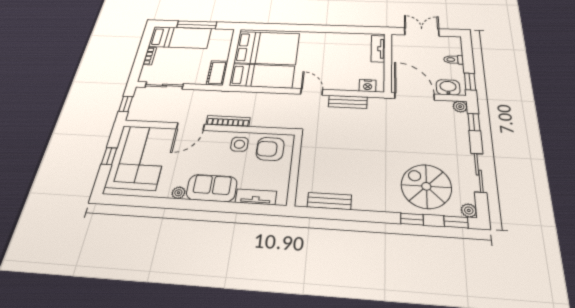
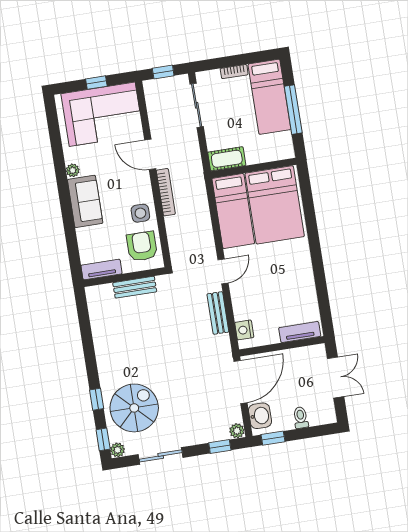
tv unit: (256, 197) -> (102, 269), moved, turned -90
bench: (329, 201) -> (135, 287), moved, turned 90

